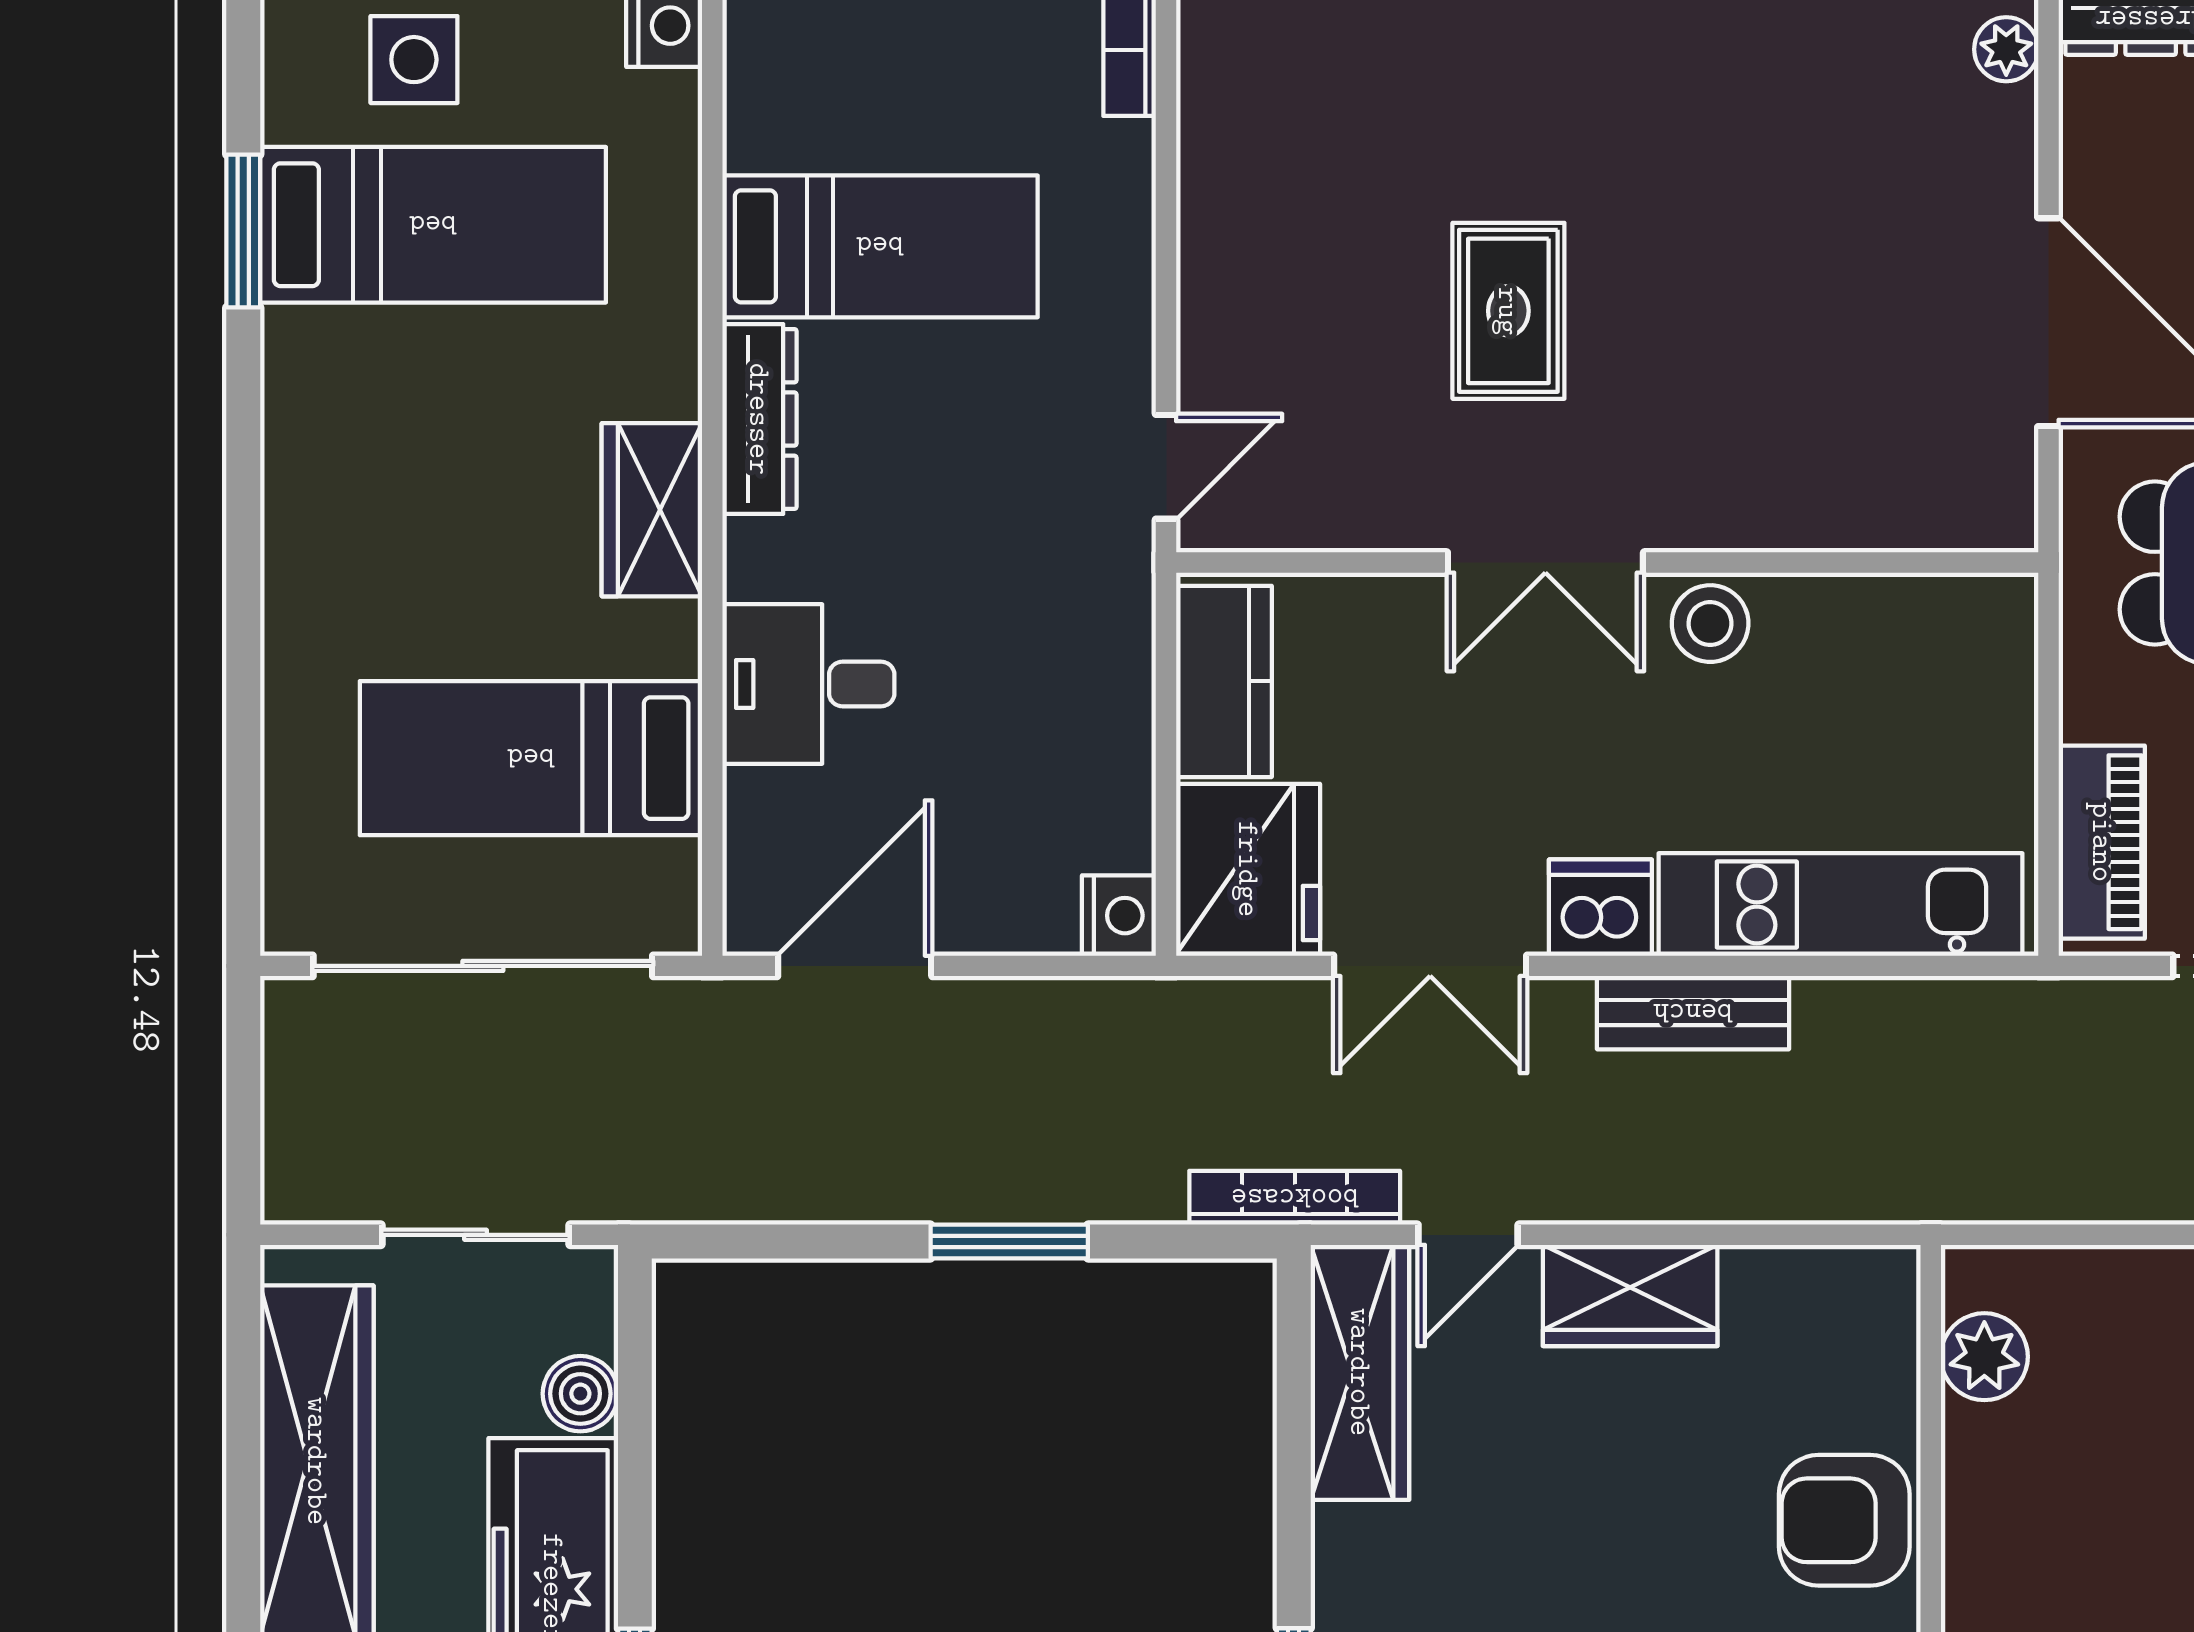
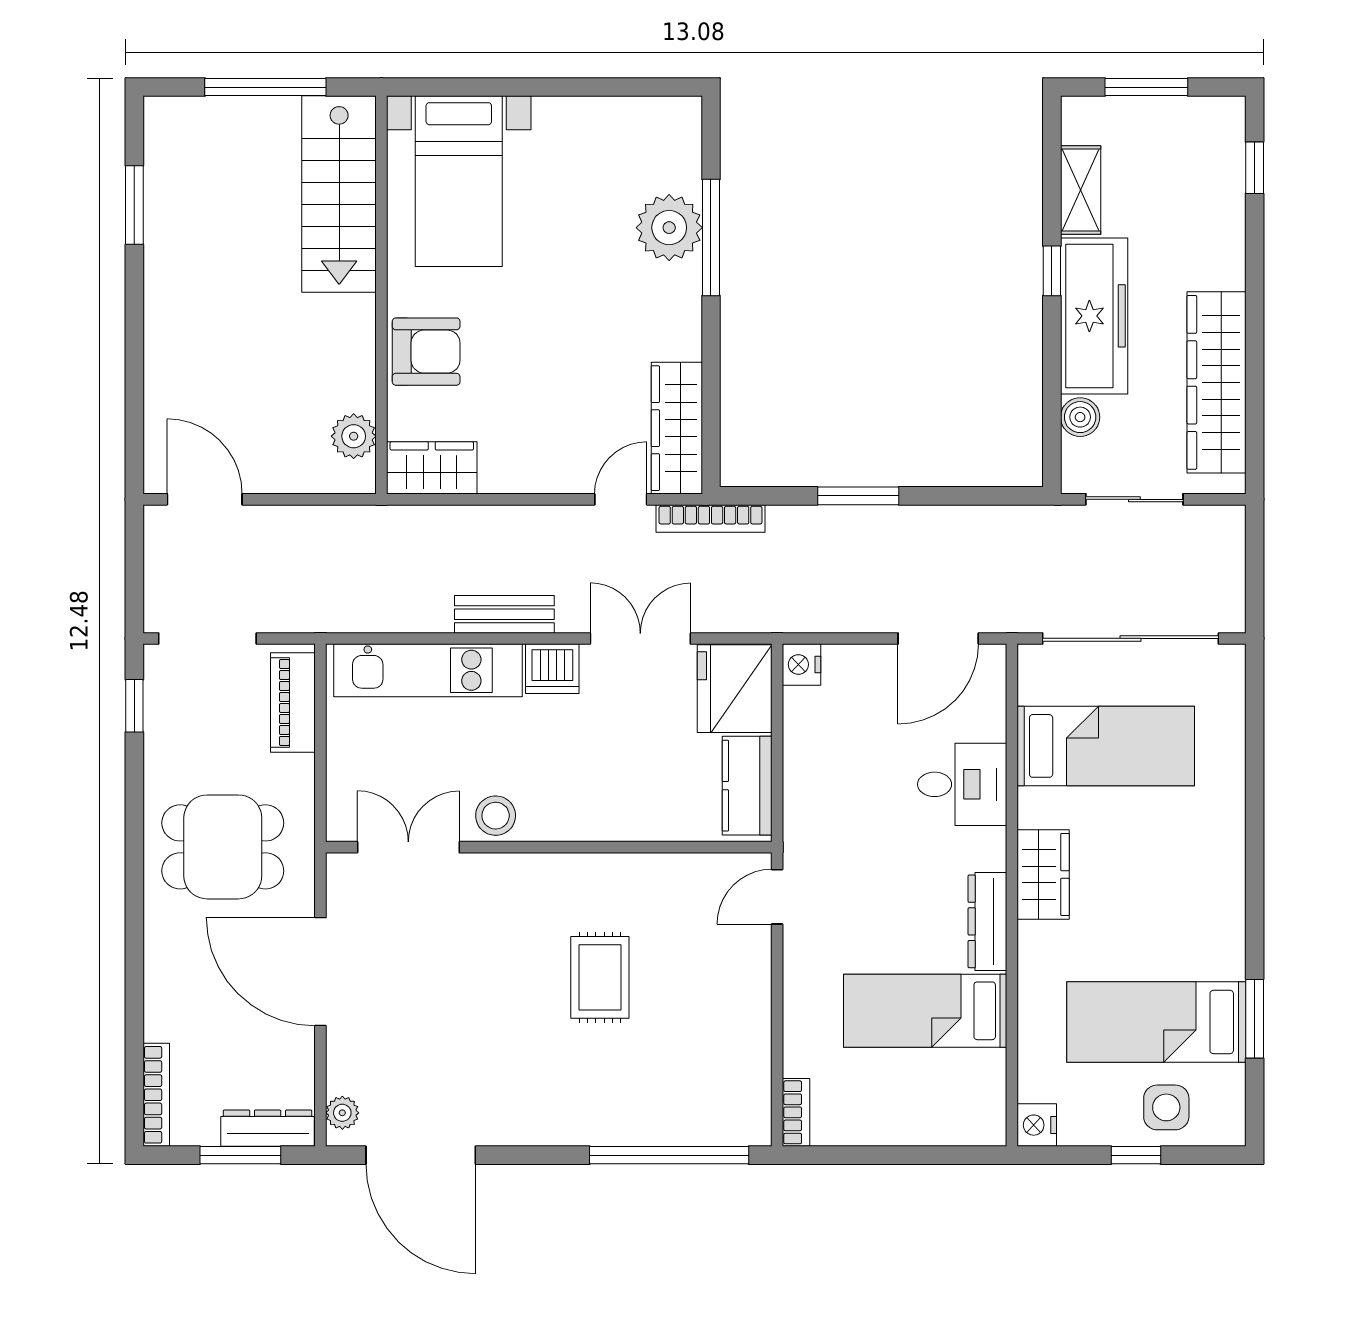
double door: (1545, 562) -> (408, 847), moved
wardrobe: (1630, 1295) -> (432, 468), moved

